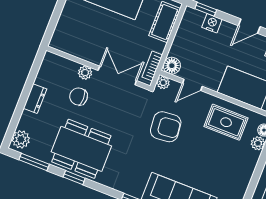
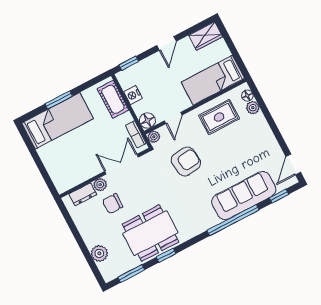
nightstand: (212, 23) -> (133, 95), moved, turned -90
dresser: (35, 99) -> (83, 194), moved, turned 90
plant: (21, 139) -> (99, 253), moved

